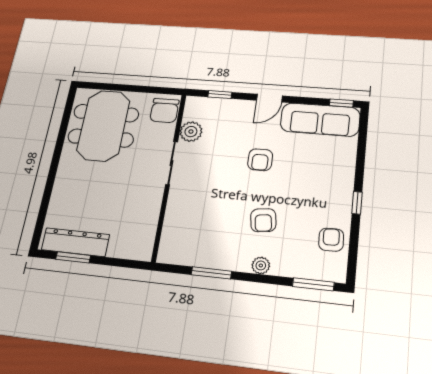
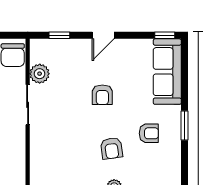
sofa: (320, 120) -> (167, 72), moved, turned 90
window: (357, 203) -> (185, 126), width x1.50
armchair: (331, 240) -> (149, 133), moved, turned 92

